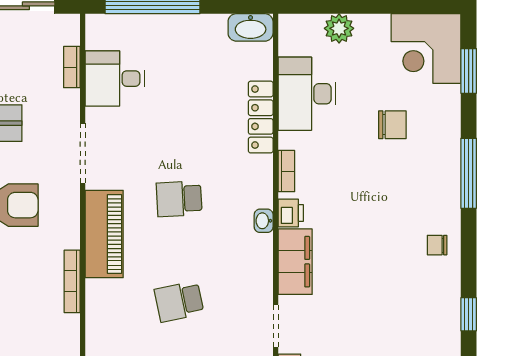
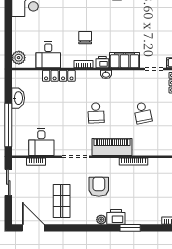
washbasin: (251, 27) -> (18, 98), moved
plant: (339, 28) -> (19, 58), moved
desk: (307, 94) -> (48, 55), width x0.73
chair: (392, 125) -> (85, 38), moved

